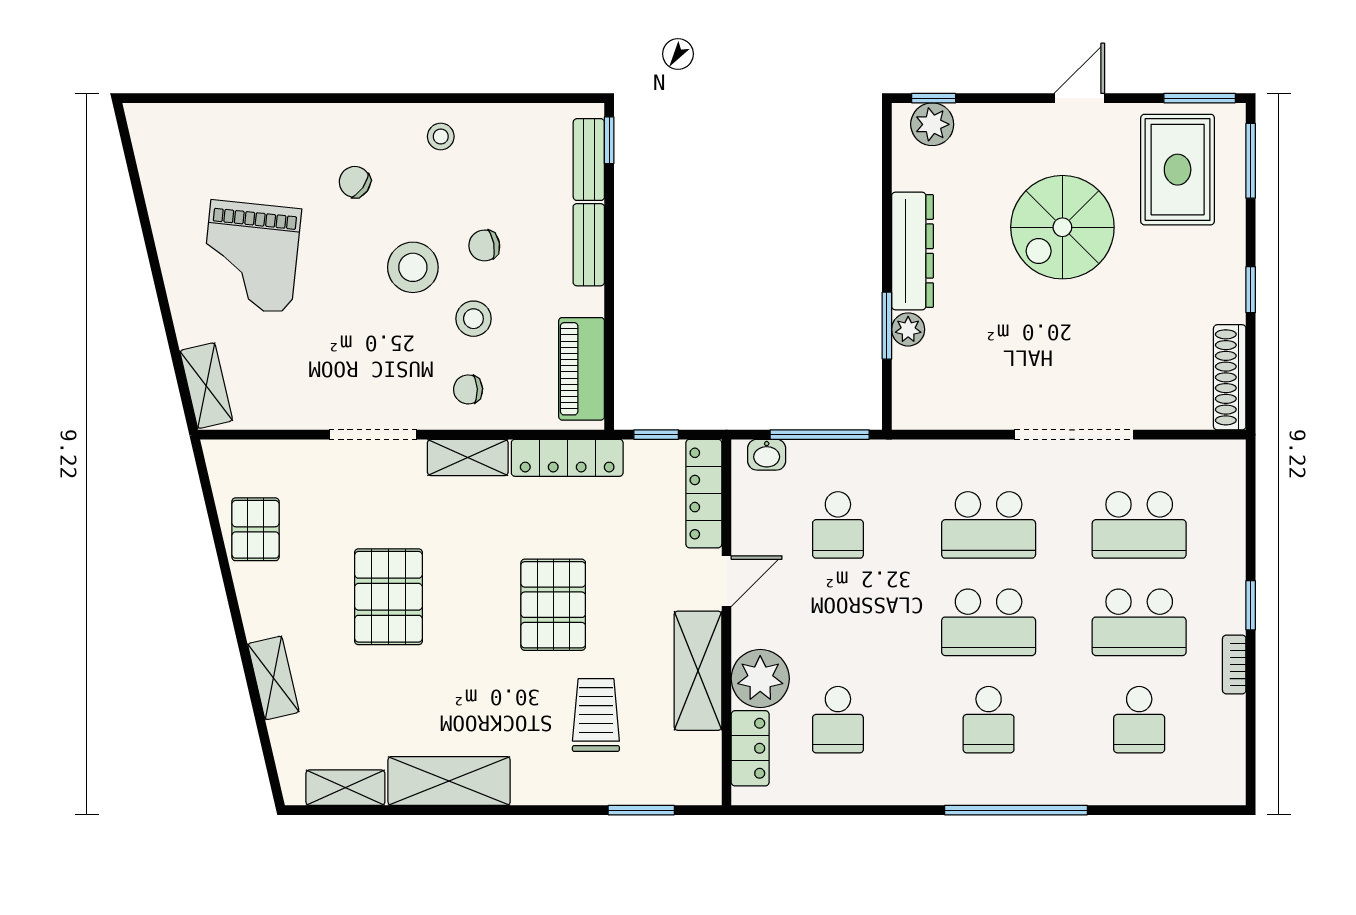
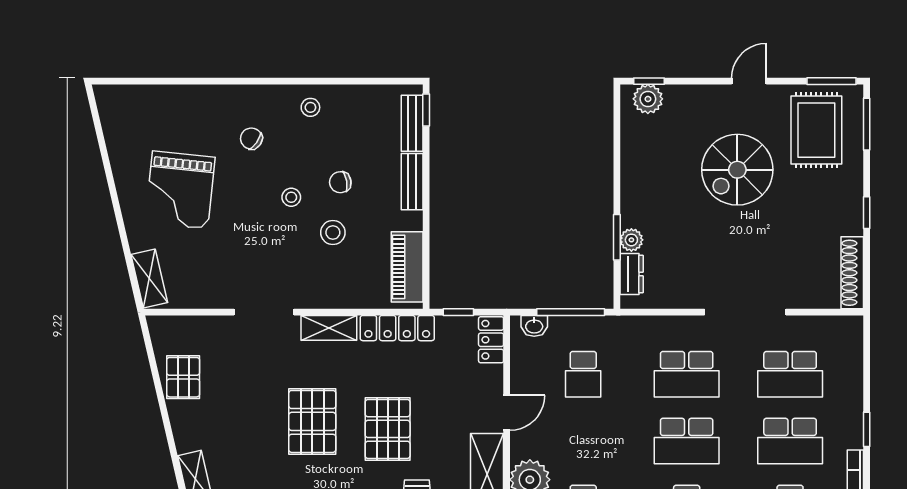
dresser: (913, 251) -> (632, 274), moved, width x0.51, depth x0.80
stool: (413, 267) -> (291, 197), width x0.53, depth x0.53
chair: (468, 389) -> (329, 281), removed
locker: (704, 494) -> (491, 340), width x0.66
pallet: (388, 597) -> (312, 421), moved

